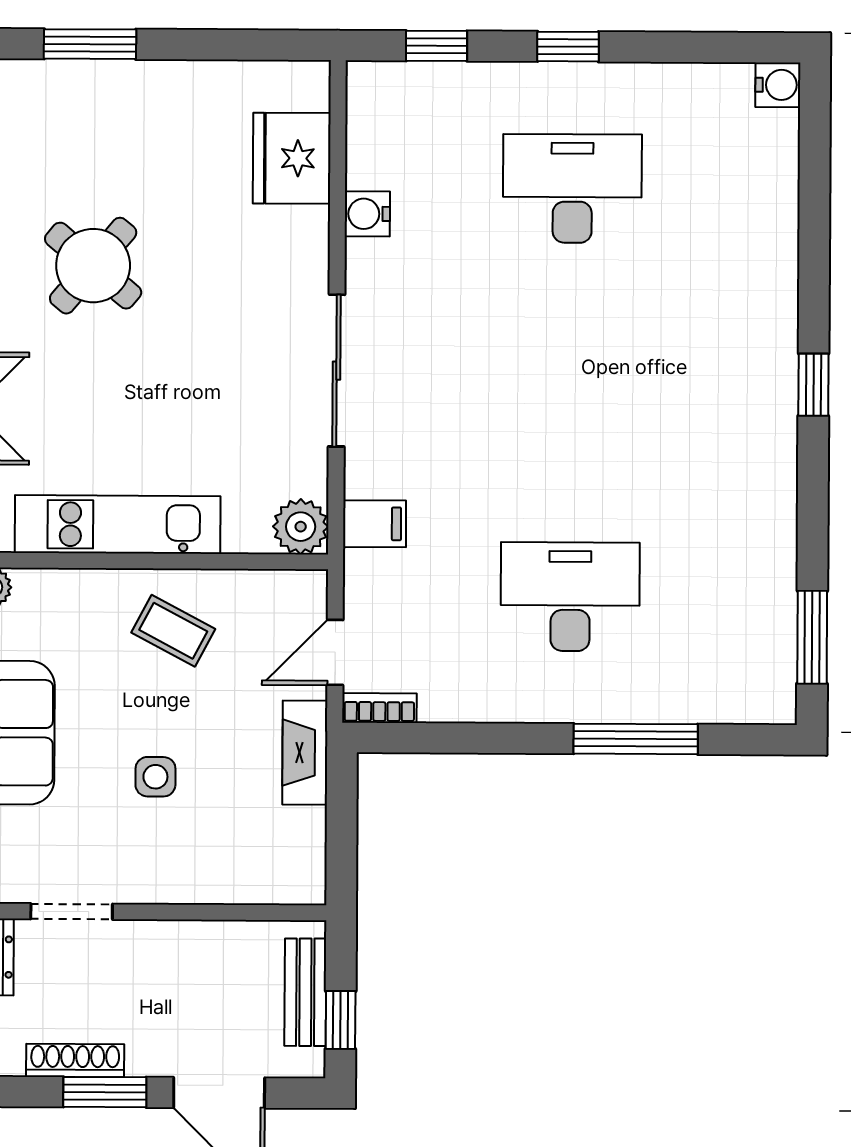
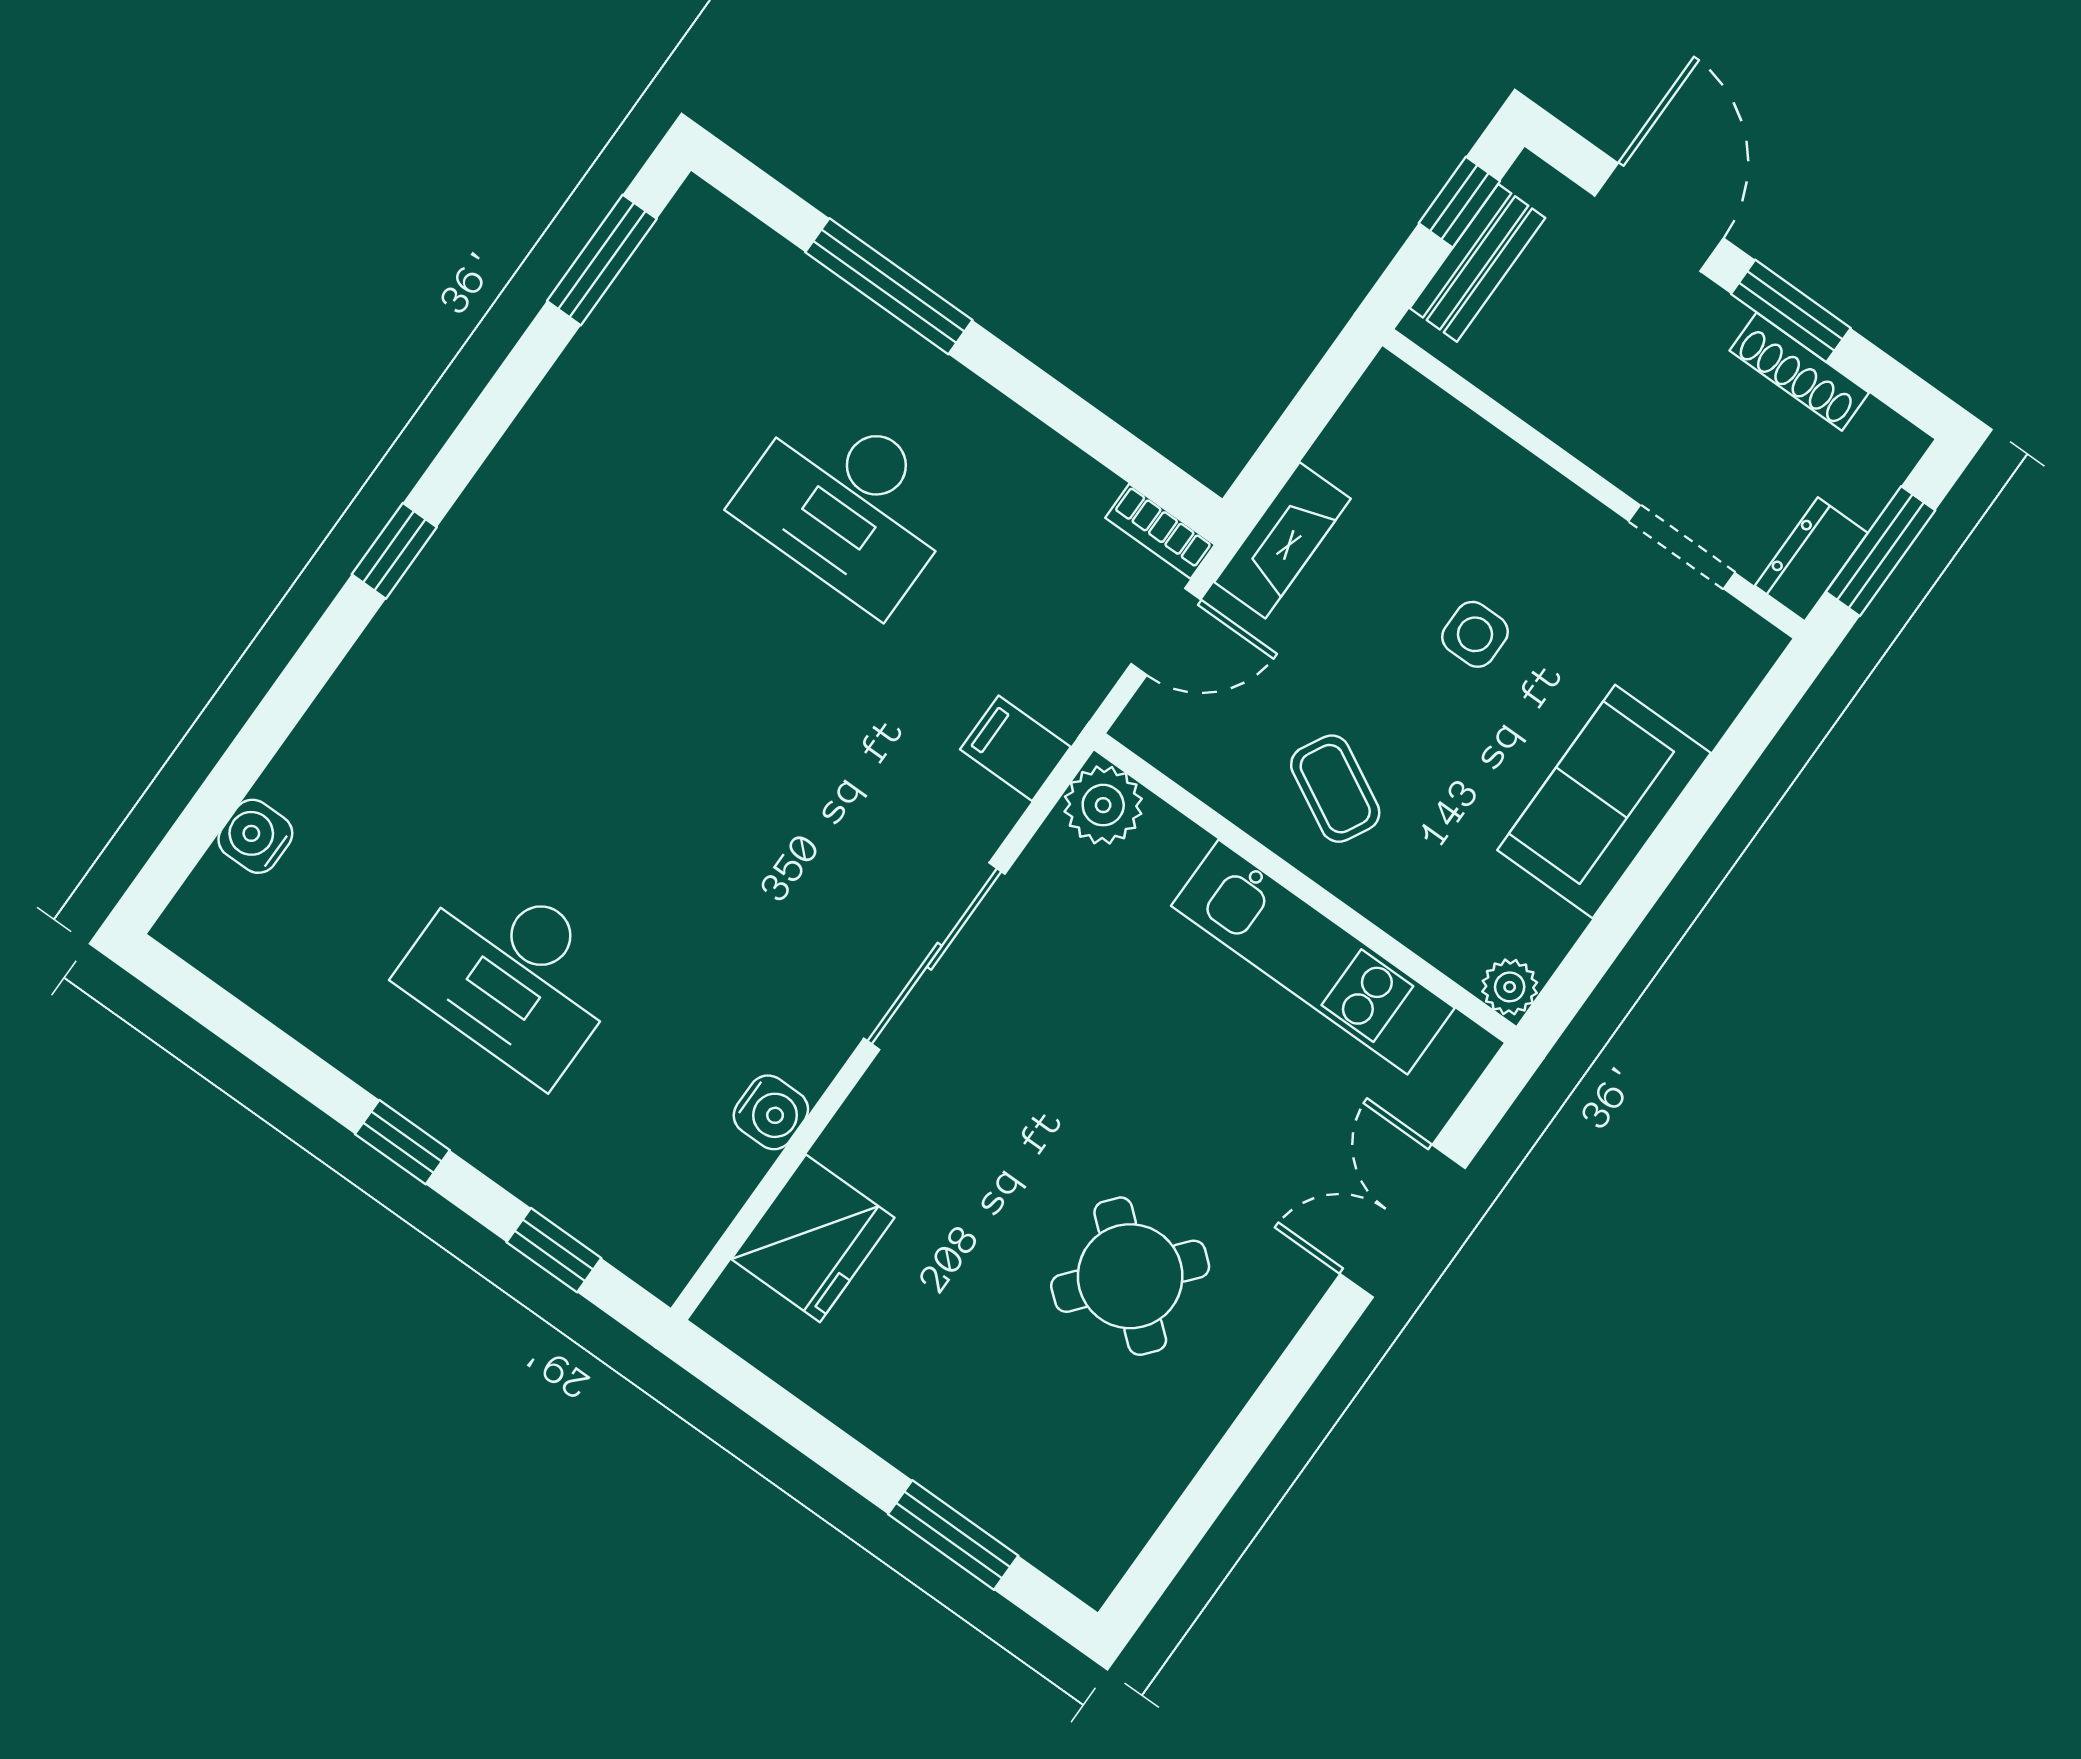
water cooler: (778, 85) -> (255, 836), moved

